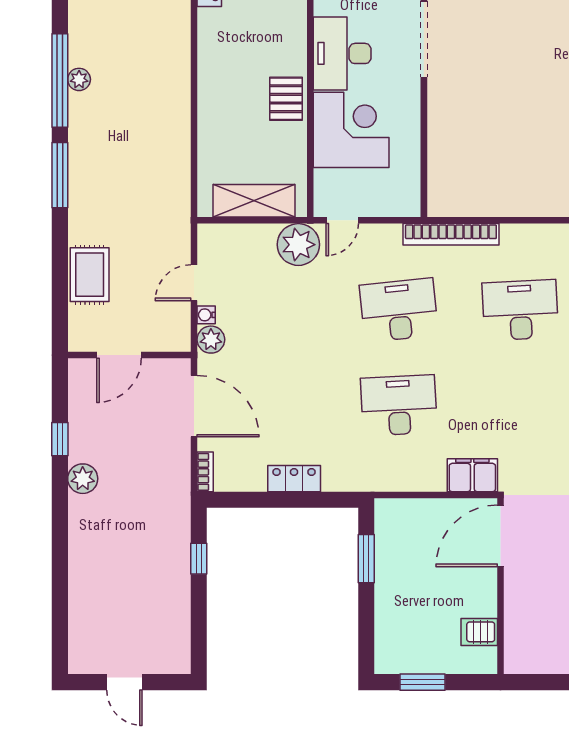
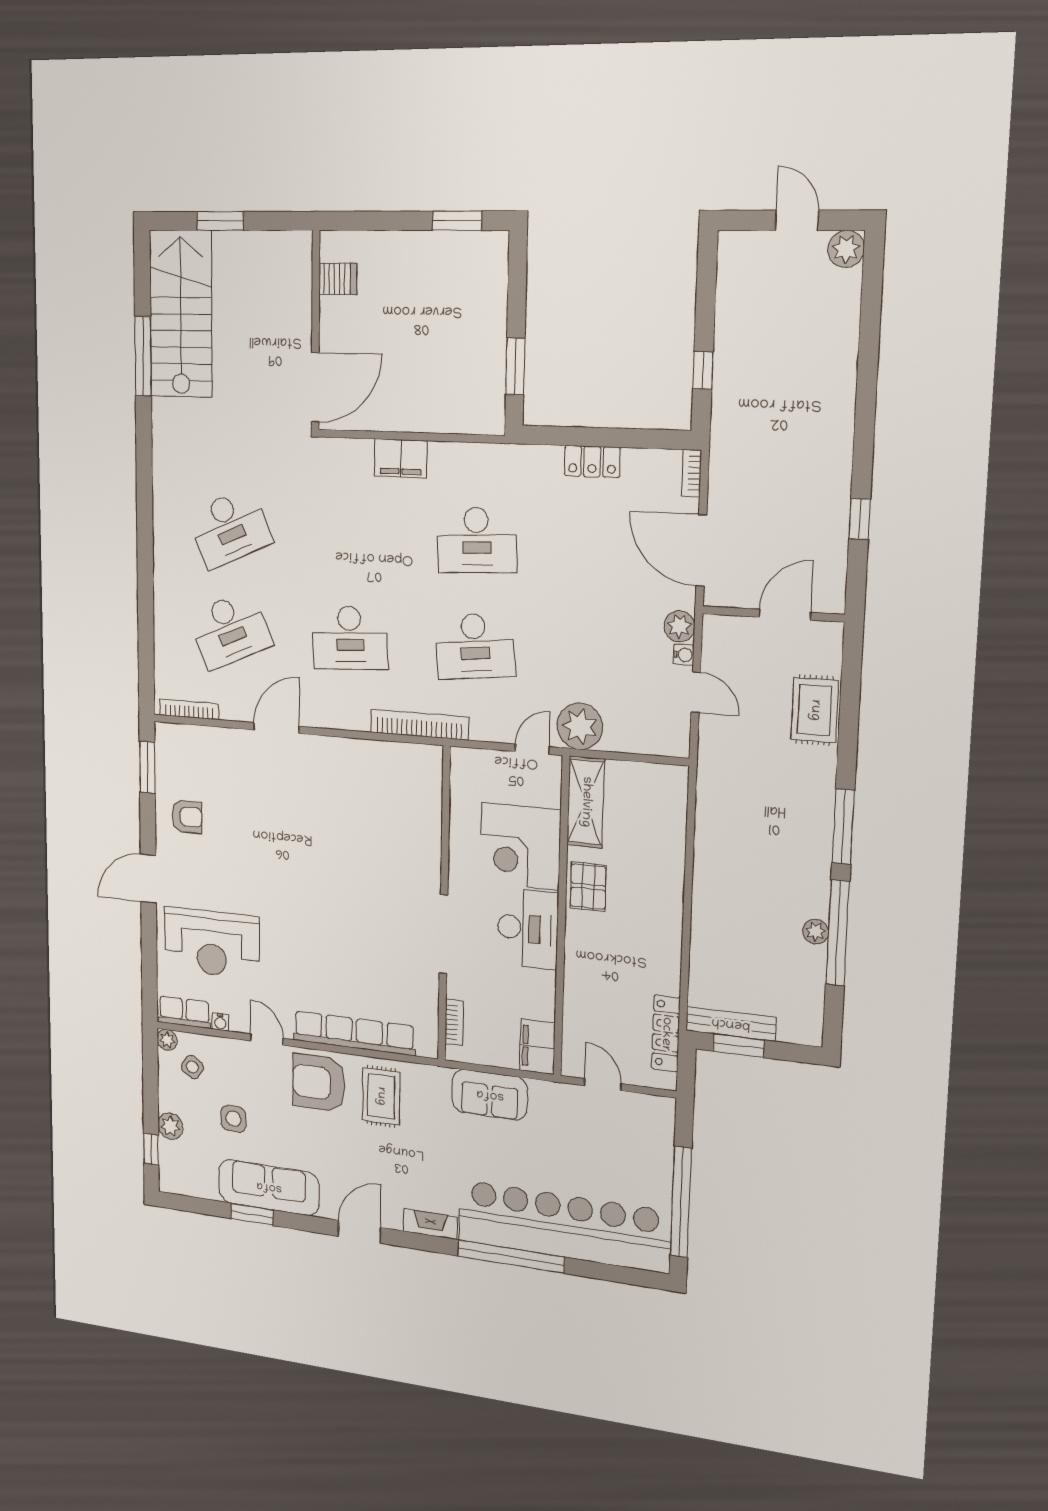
shelving: (254, 201) -> (586, 802), moved, turned 90
door: (194, 283) -> (696, 692), hinge flipped
plant: (83, 479) -> (846, 249), moved
door: (501, 536) -> (315, 387), moved
wall: (501, 586) -> (316, 331), moved
server rack: (479, 632) -> (338, 279), moved

